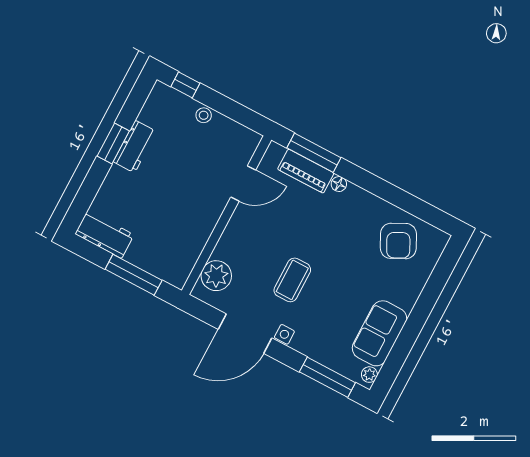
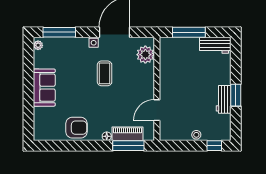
armchair: (398, 241) -> (76, 128), moved, turned 117
sofa: (379, 333) -> (44, 88), moved

